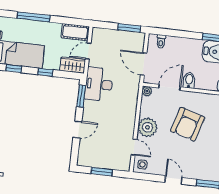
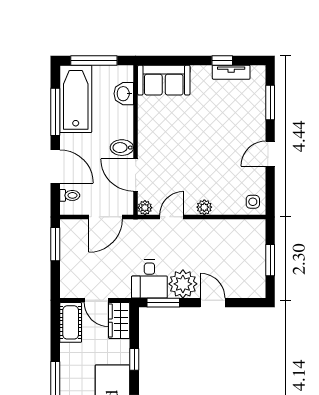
door: (182, 34) -> (55, 166), added
desk: (99, 84) -> (149, 279), width x0.73
plant: (92, 111) -> (183, 284), added
armchair: (188, 124) -> (186, 142), removed
plant: (147, 127) -> (204, 207), width x0.53, depth x0.53
door: (134, 147) -> (172, 217), moved

